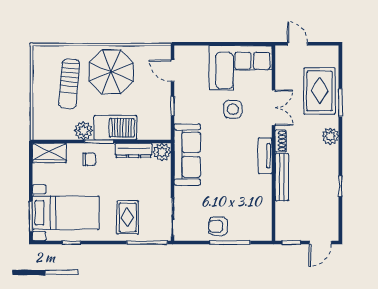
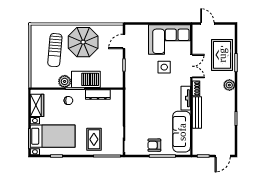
door: (173, 71) -> (124, 41), hinge flipped
plant: (162, 152) -> (117, 96), removed
wardrobe: (49, 153) -> (37, 105), moved, turned -90
sofa: (187, 155) -> (182, 132), moved, turned 180

